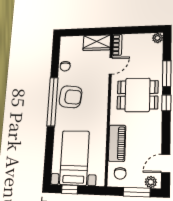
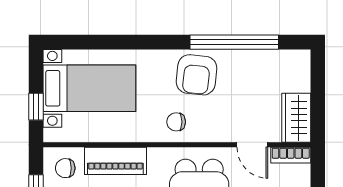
chair: (65, 66) -> (176, 122), moved
window: (52, 102) -> (234, 42), moved
window: (70, 189) -> (36, 107), moved

